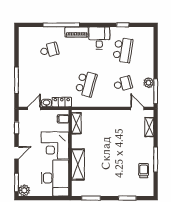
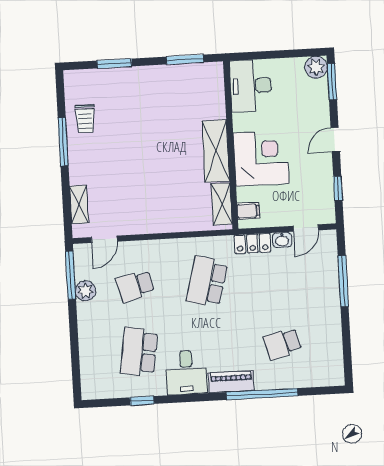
door: (137, 108) -> (104, 239), hinge flipped
shelving: (78, 164) -> (216, 151), moved
desk: (55, 178) -> (251, 86), width x0.73, depth x0.77

